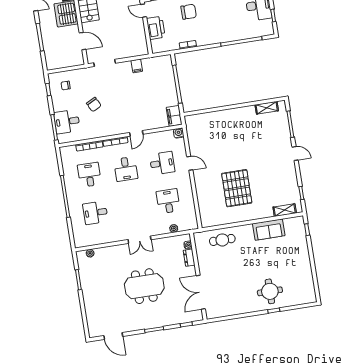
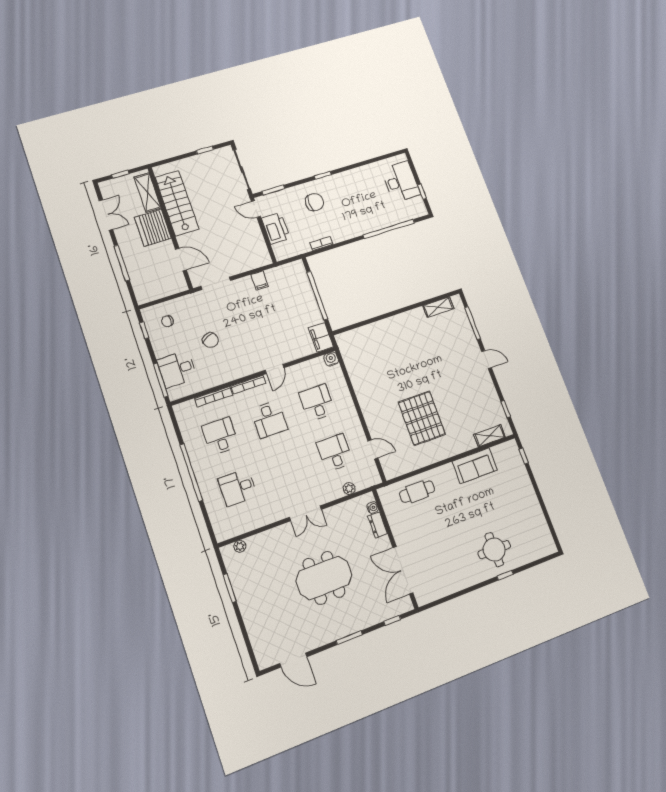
desk: (162, 163) -> (317, 403), turned -90
door: (190, 163) -> (373, 449), moved

